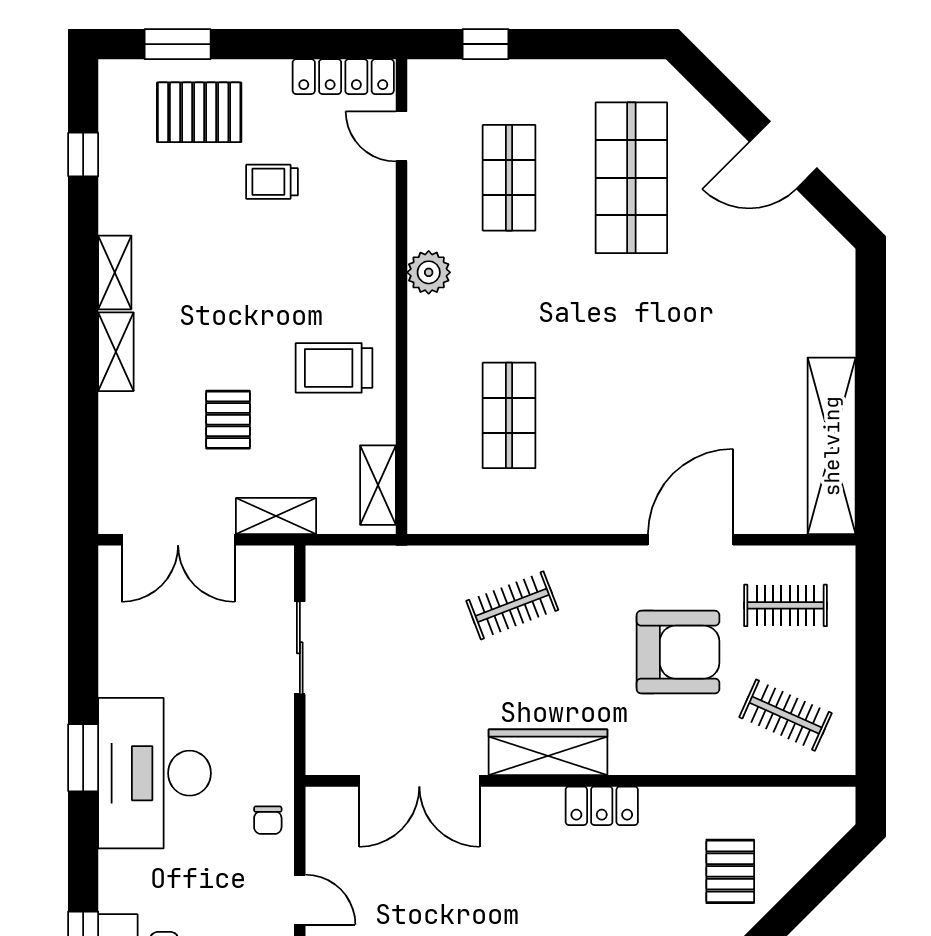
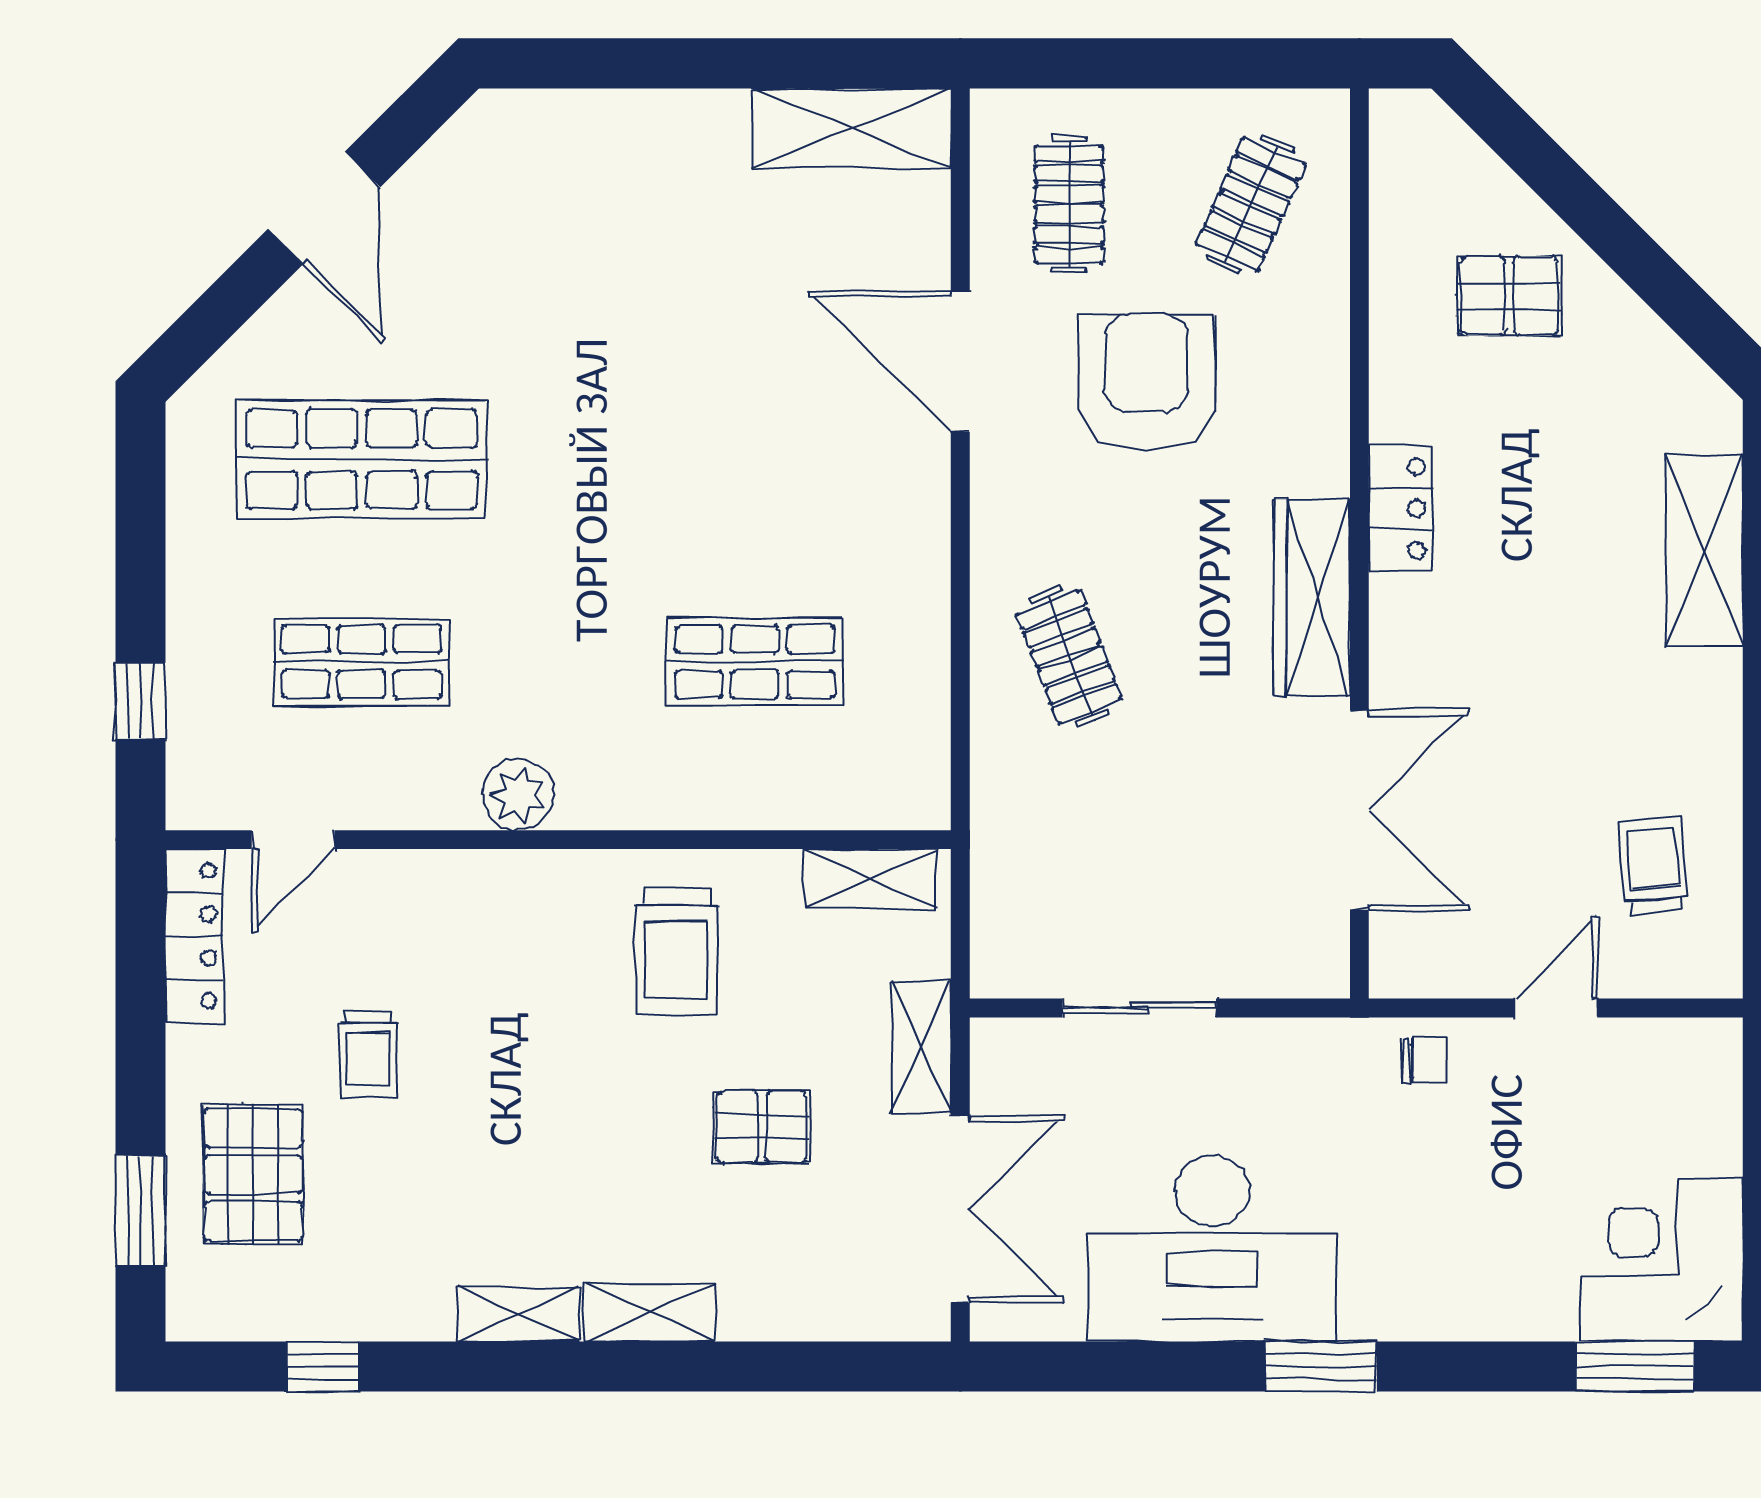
shelving: (832, 446) -> (852, 128), width x0.68
desk: (155, 773) -> (1212, 1248), moved

